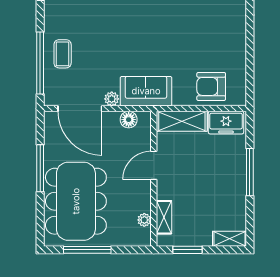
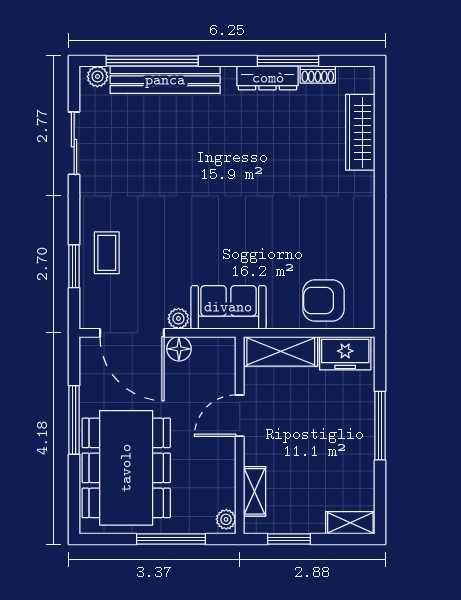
window: (40, 63) -> (74, 266), width x0.47
floor lamp: (129, 120) -> (179, 349), moved
plant: (144, 220) -> (226, 519), moved
window: (87, 250) -> (171, 539), moved

